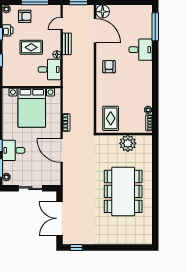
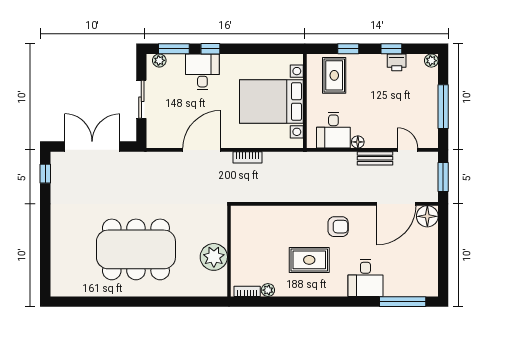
armchair: (25, 16) -> (420, 90), removed
rug: (31, 47) -> (334, 75), moved
rug: (111, 118) -> (309, 260), moved

